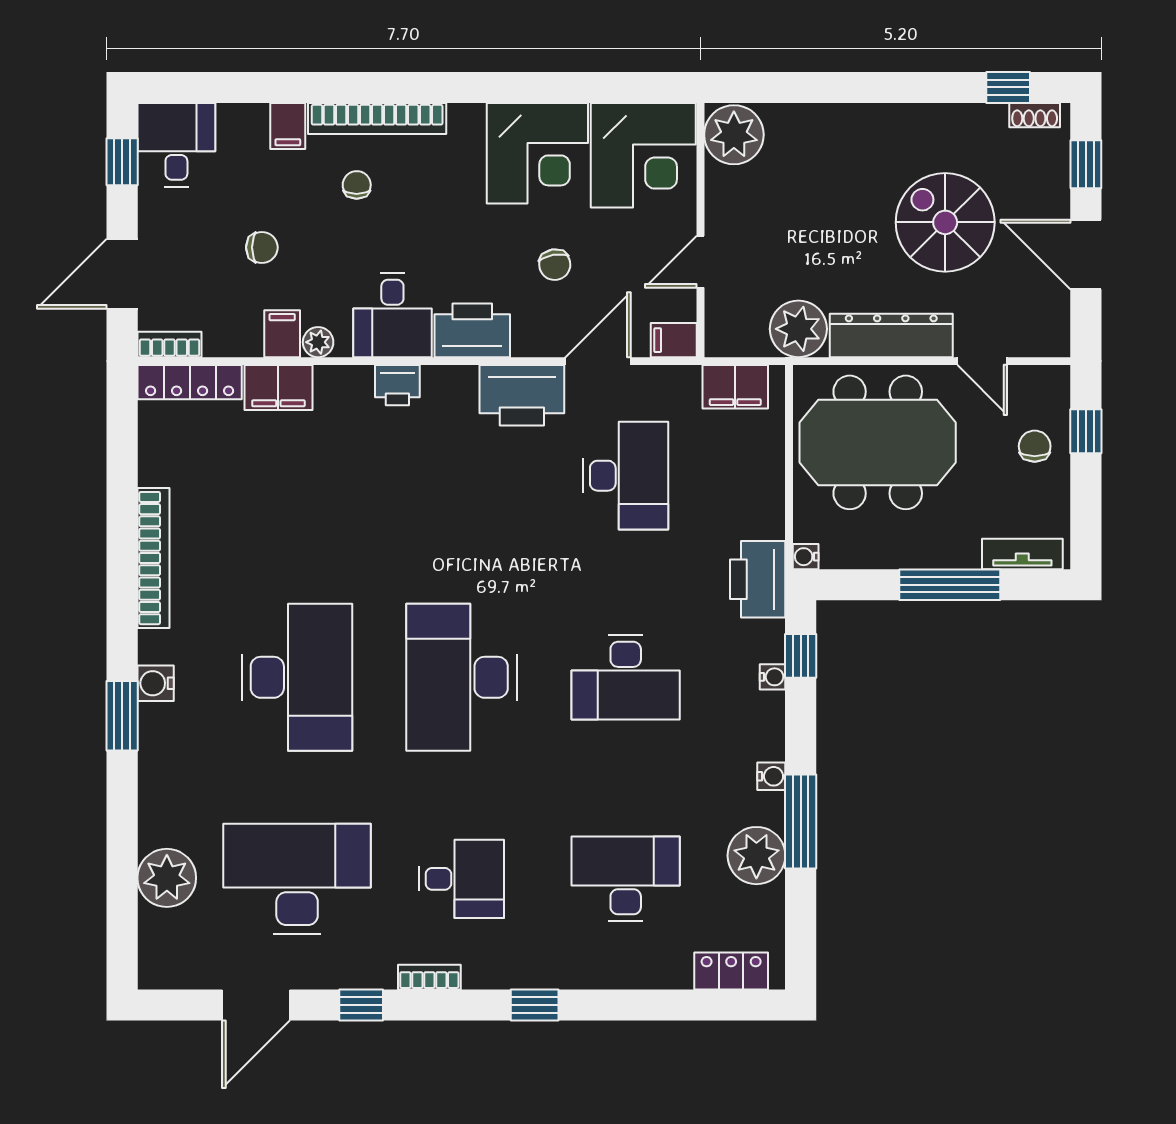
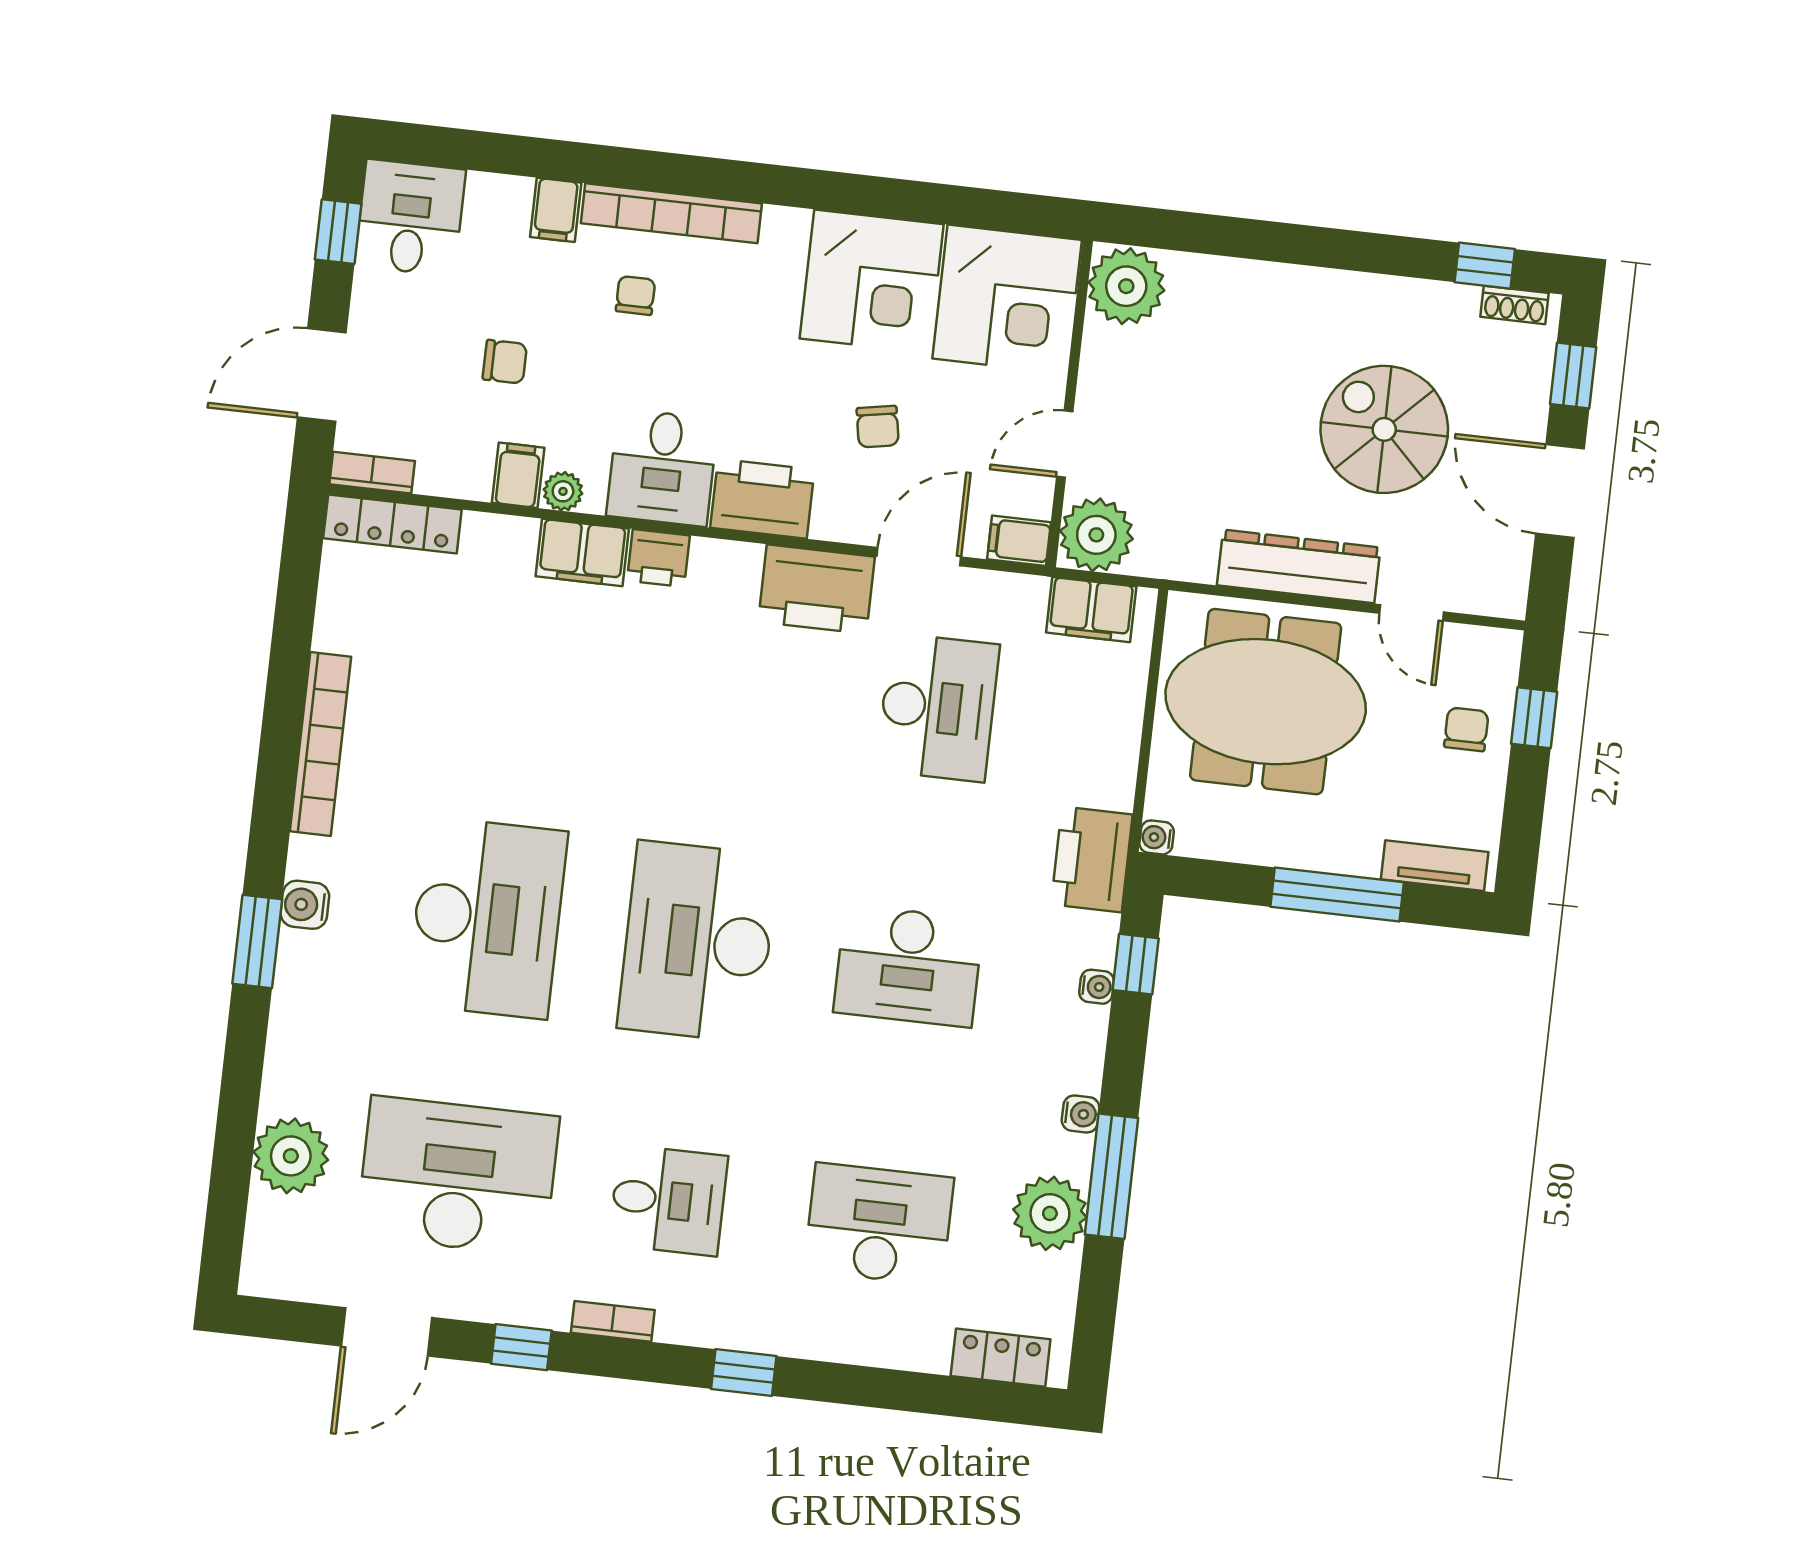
plant: (798, 329) -> (1096, 535), moved
filing cabinet: (278, 388) -> (582, 552), moved

